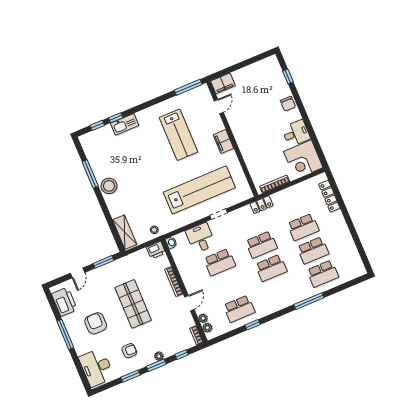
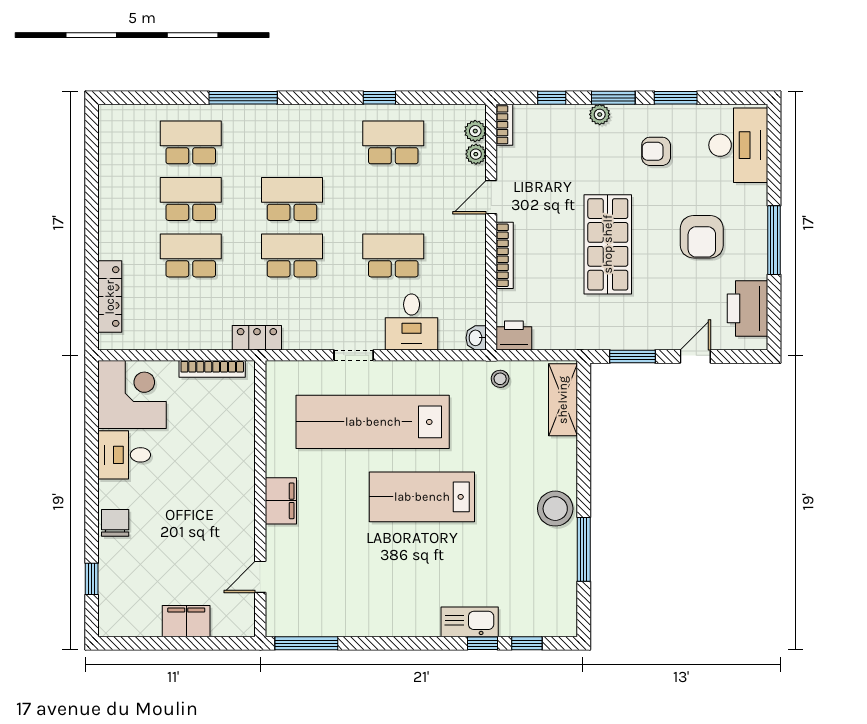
filing cabinet: (223, 83) -> (186, 621), moved
lab bench: (179, 135) -> (422, 497), moved, turned -90

